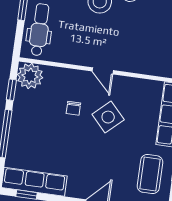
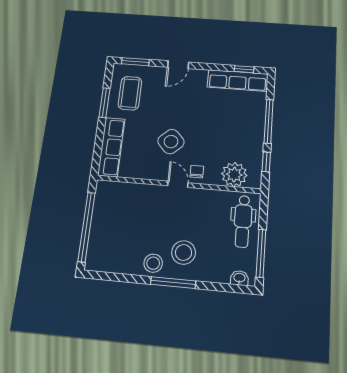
plant: (30, 76) -> (234, 175), moved
chair: (73, 108) -> (197, 172), moved

